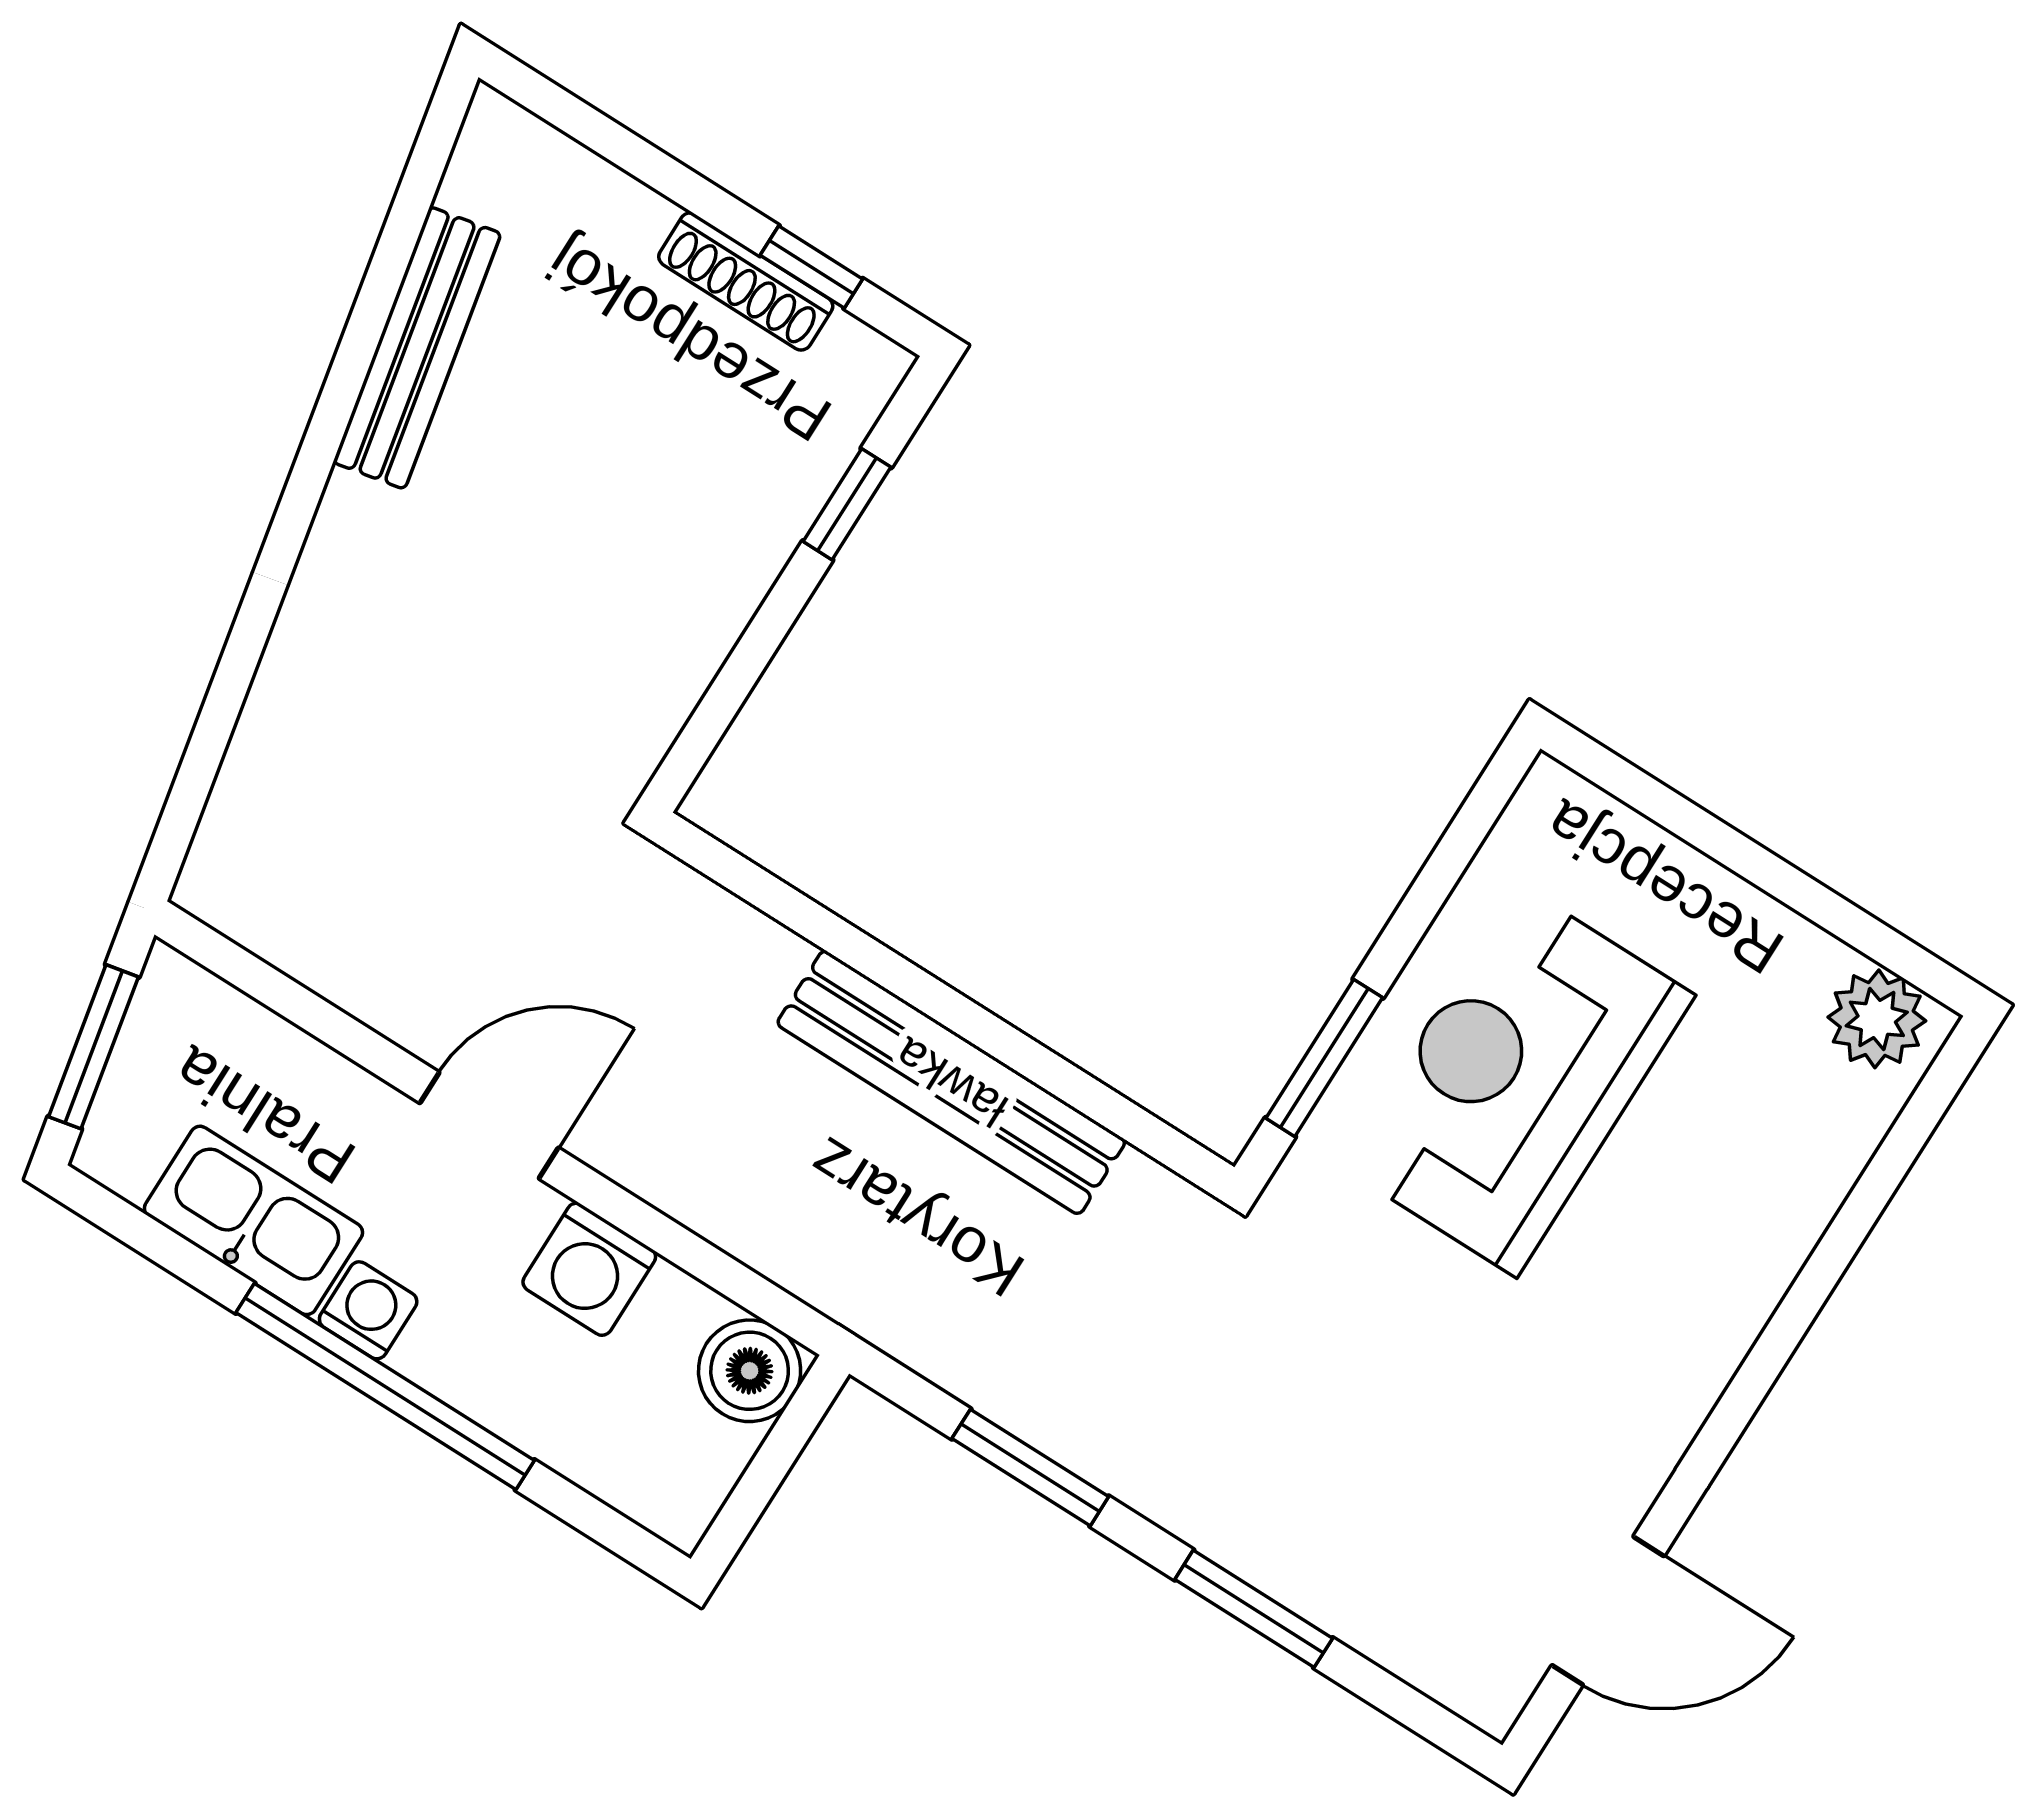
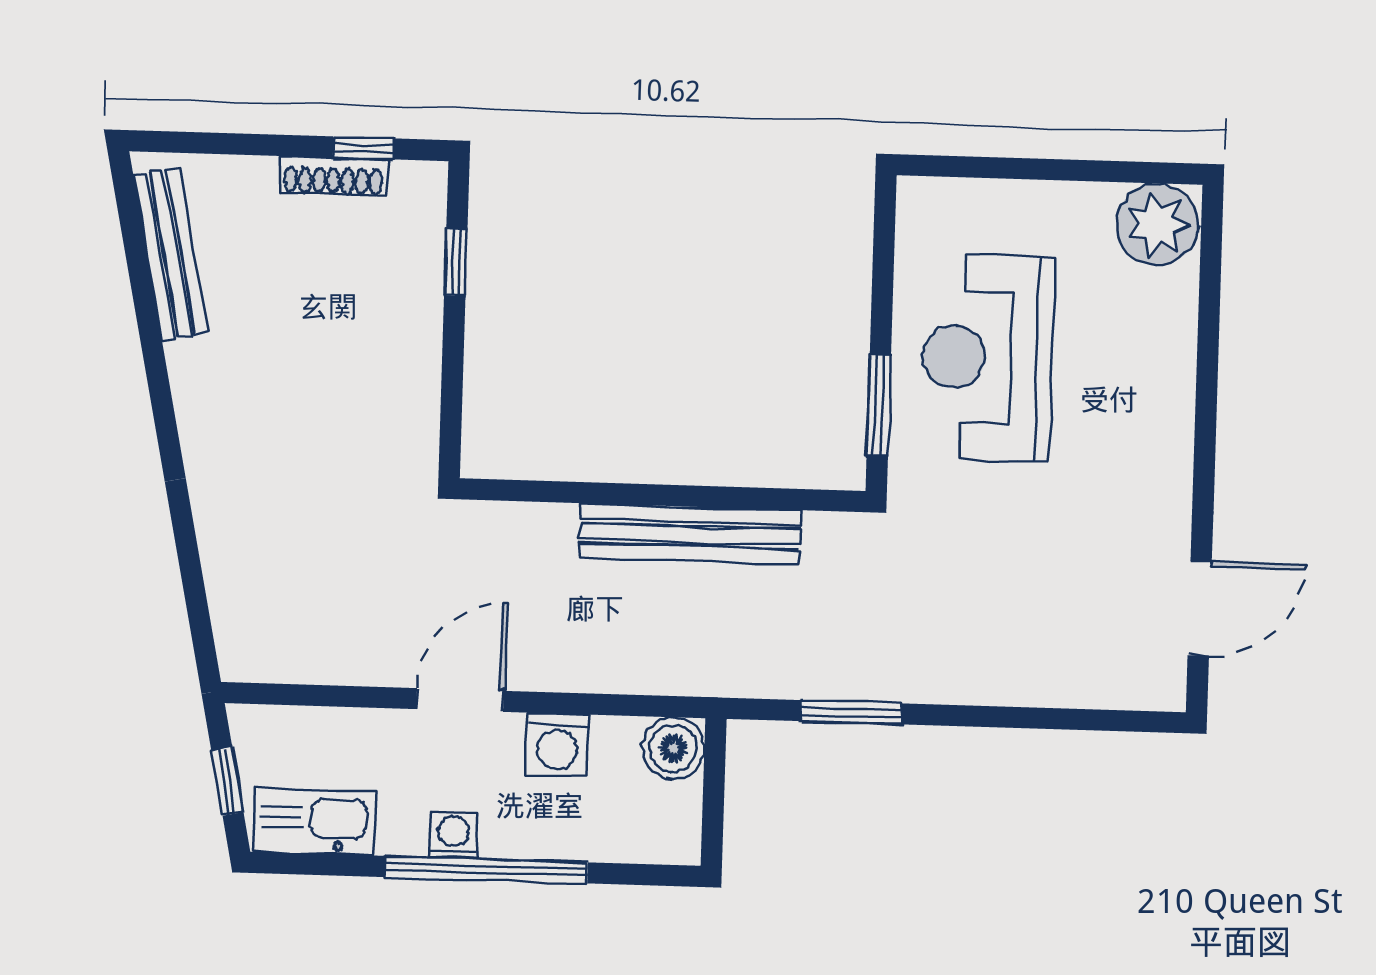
bench: (417, 348) -> (171, 253), moved
plant: (1877, 1019) -> (1157, 224), width x1.36, depth x1.36
window: (94, 1047) -> (227, 781), width x0.67
kitchen sink: (253, 1220) -> (314, 821), moved
window: (1254, 1609) -> (1013, 717), removed

